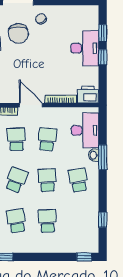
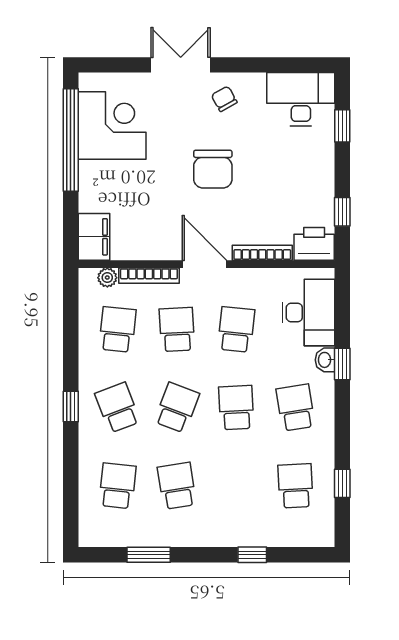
chair: (18, 34) -> (213, 169), moved
desk: (85, 48) -> (301, 99), moved, turned -90
window: (103, 57) -> (342, 212), moved
window: (103, 157) -> (342, 364), width x0.67
school desk: (47, 221) -> (296, 486), moved
window: (84, 257) -> (252, 555), moved

